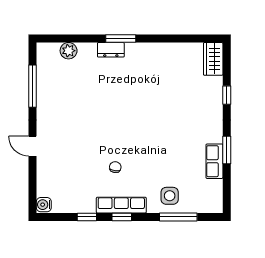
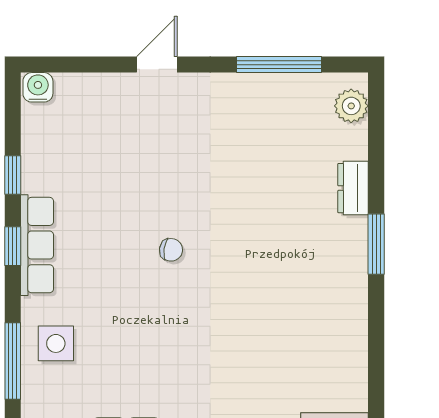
dresser: (111, 50) -> (353, 188), moved
plant: (69, 51) -> (351, 106), moved
chair: (115, 167) -> (171, 250), moved

